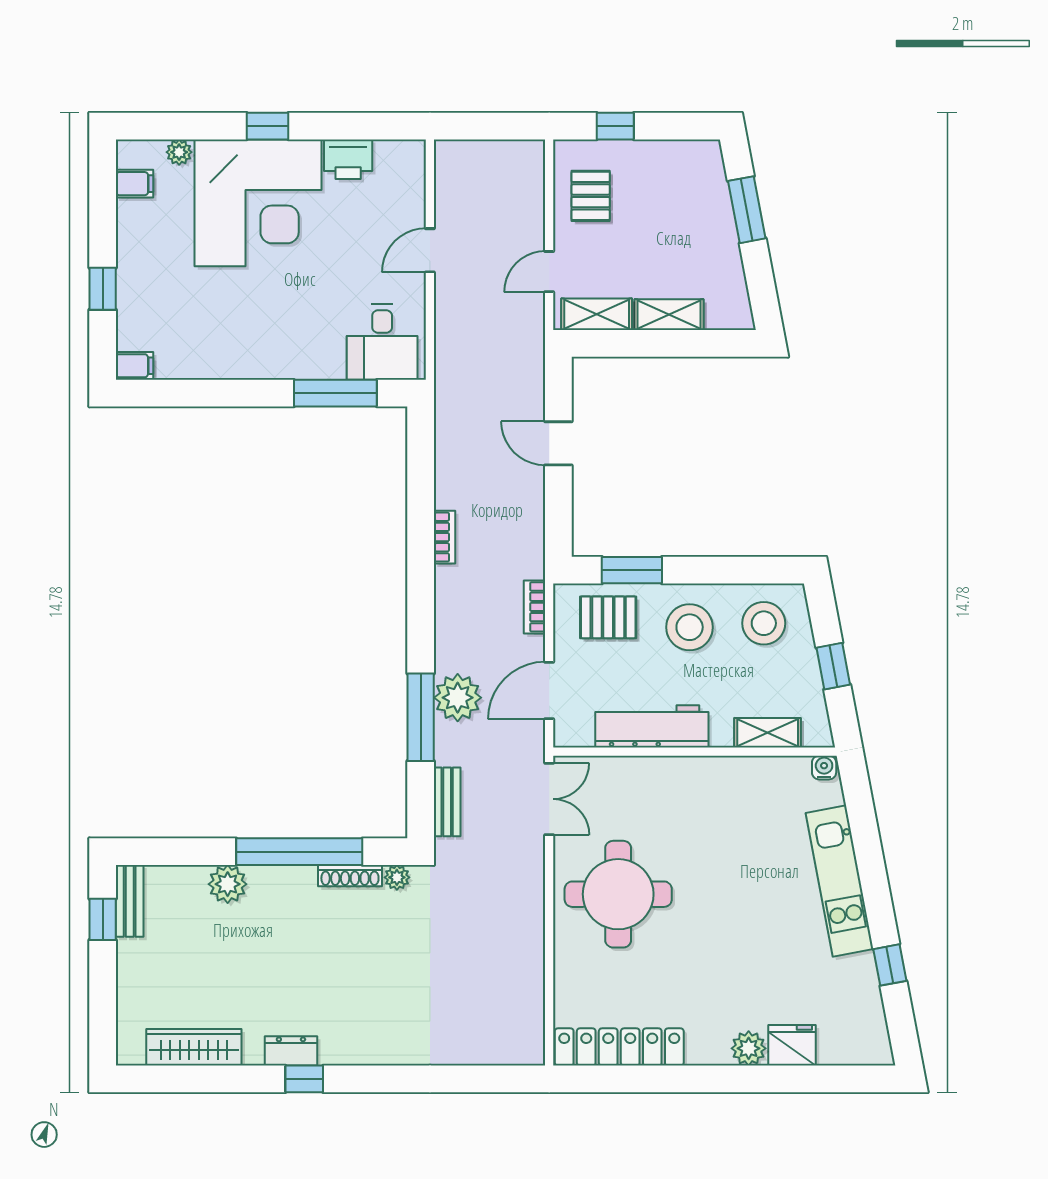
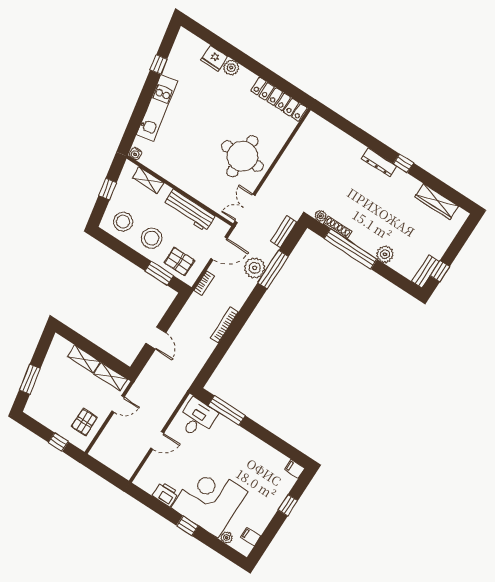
bookcase: (445, 537) -> (224, 325), width x1.56
dresser: (291, 1051) -> (379, 162), moved, width x1.44

